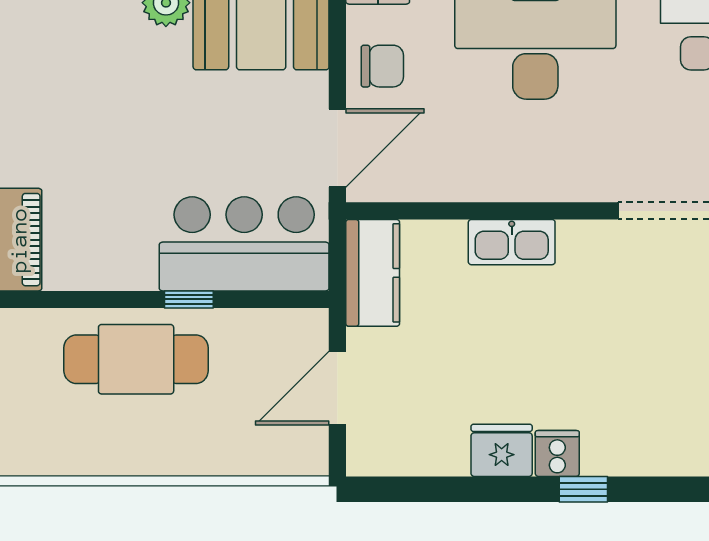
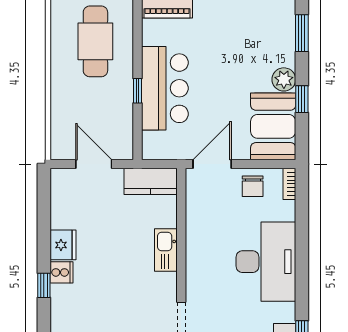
door: (337, 148) -> (212, 164), swing flipped
bar counter: (244, 244) -> (165, 88), moved
cafe table: (136, 359) -> (95, 41), moved

